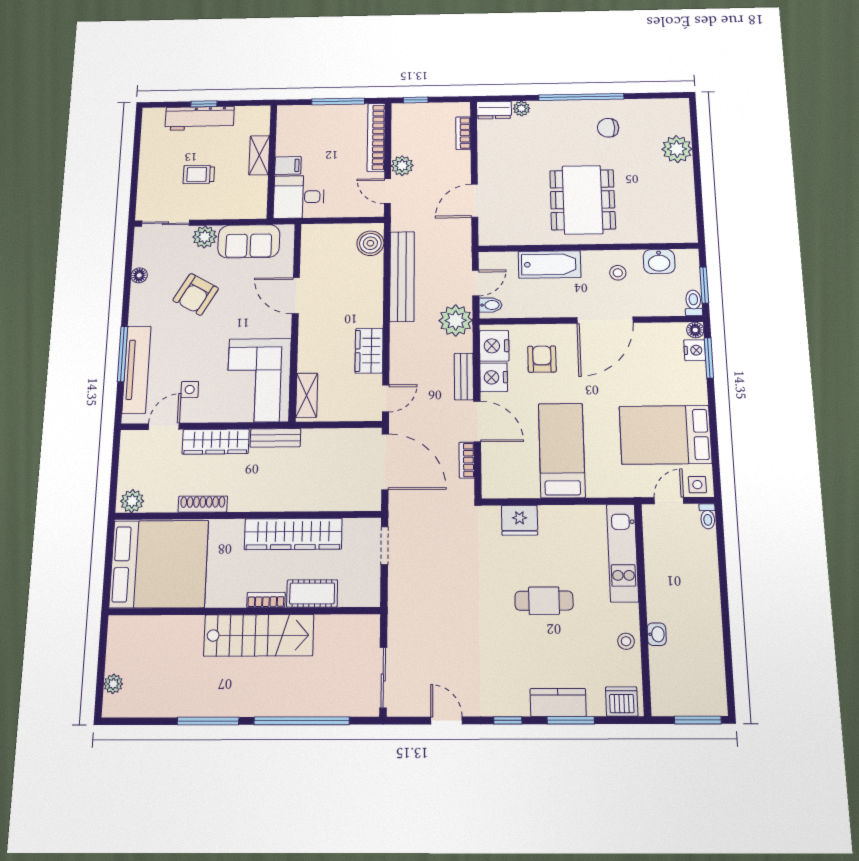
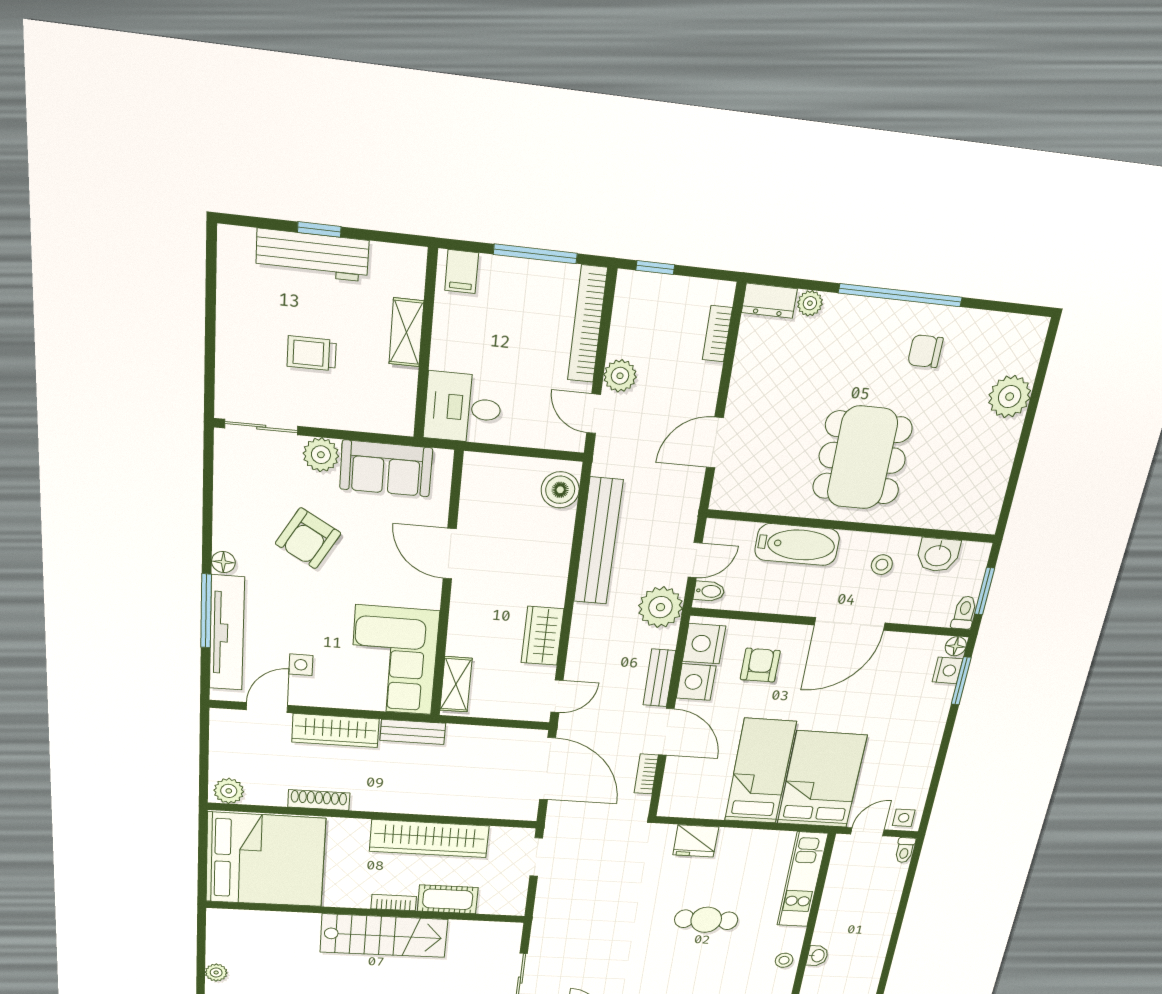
filing cabinet: (288, 165) -> (462, 272), moved, turned 90
floor lamp: (139, 275) -> (223, 562), moved
bed: (665, 435) -> (822, 779), moved, turned 90

